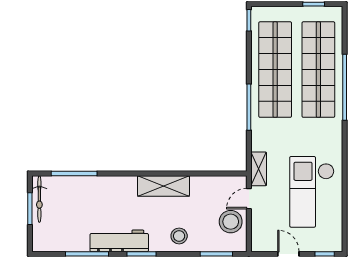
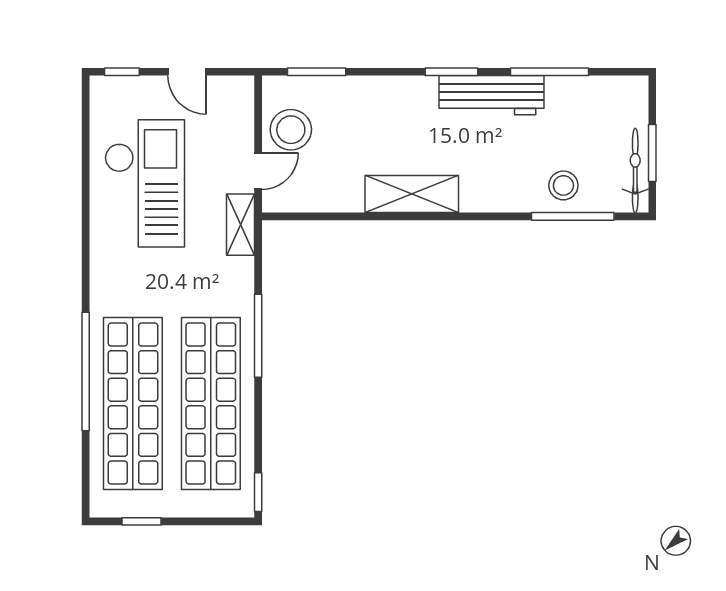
stool: (179, 236) -> (563, 185), moved

